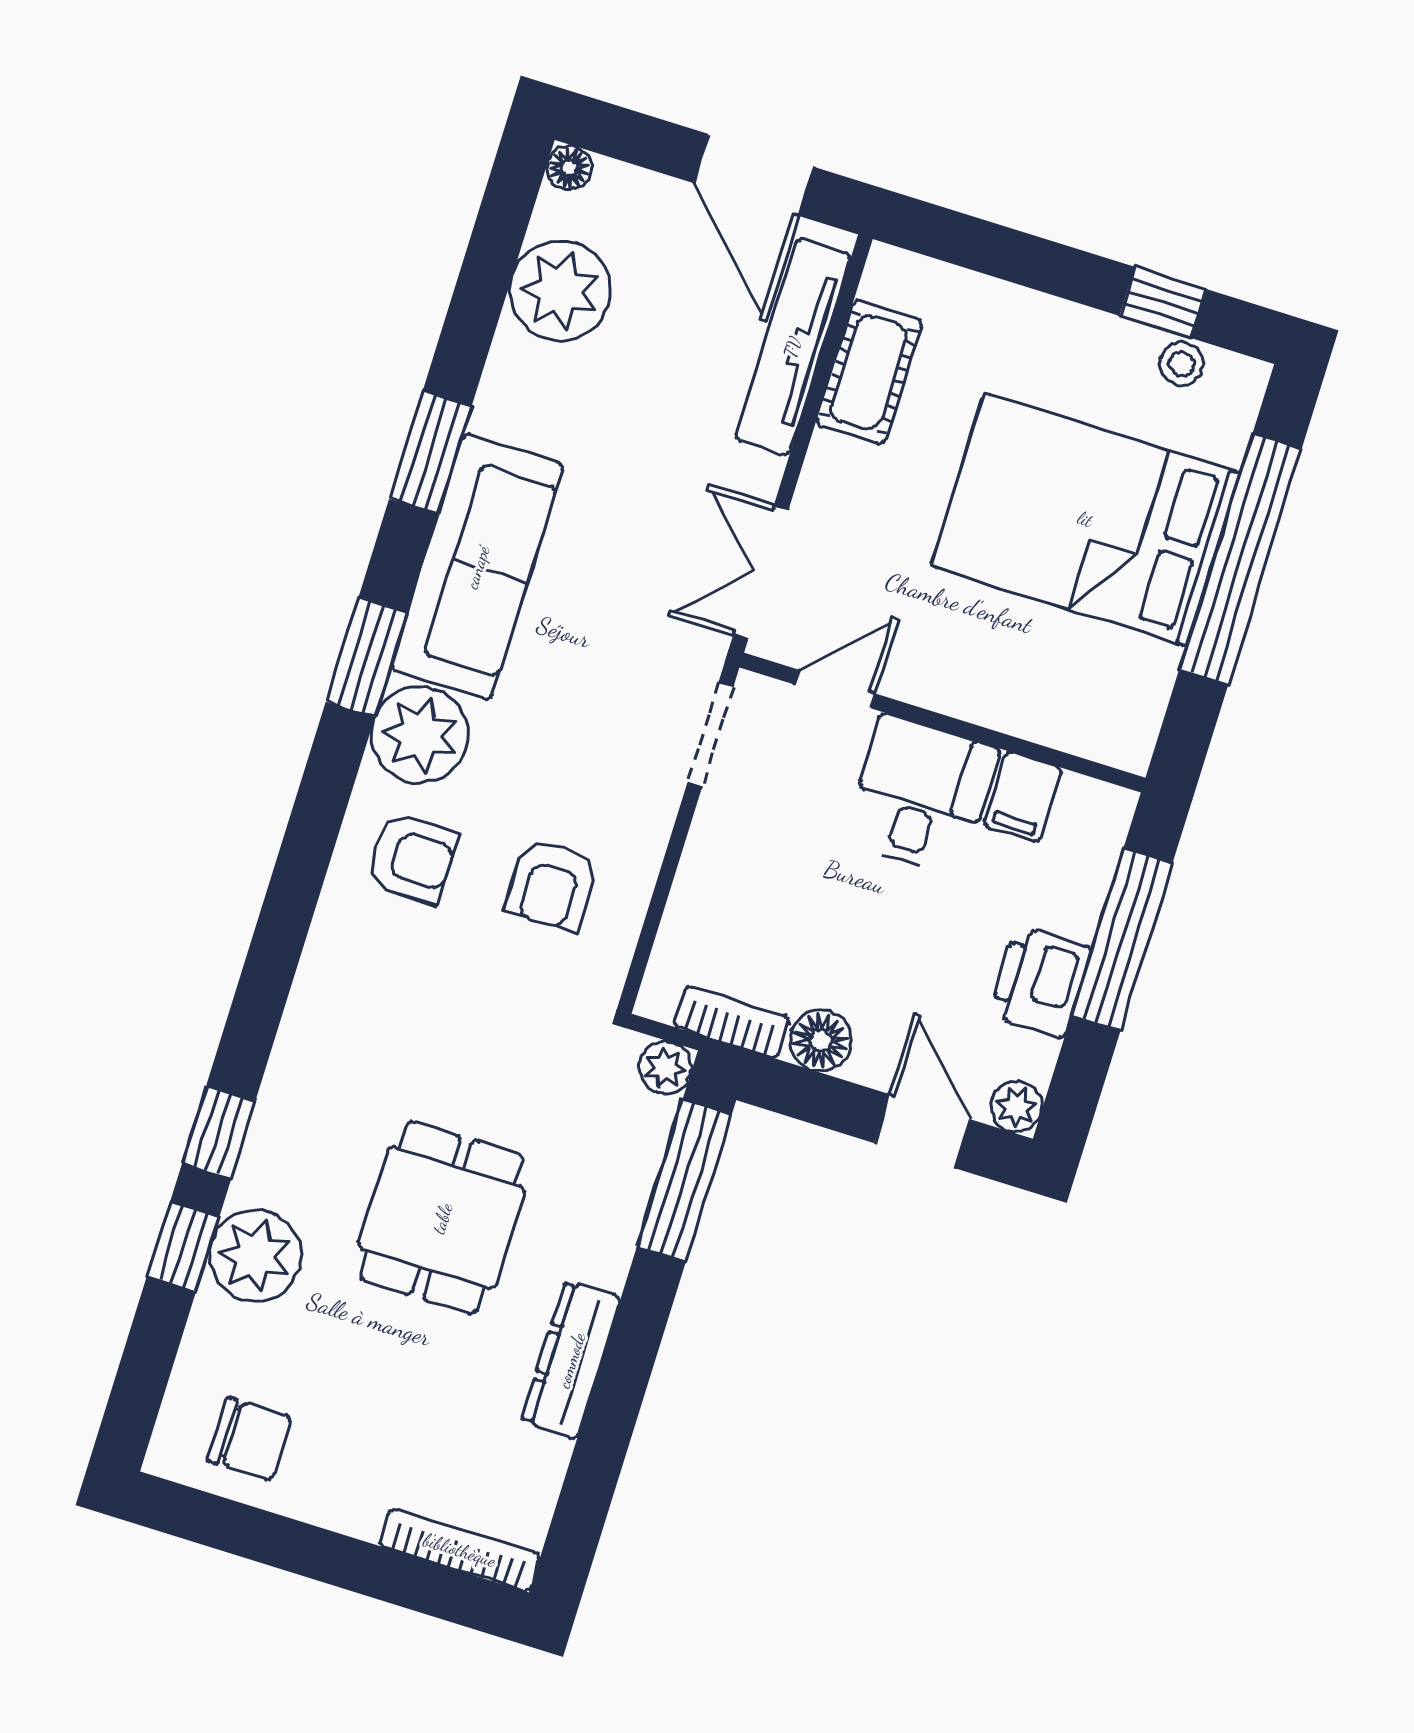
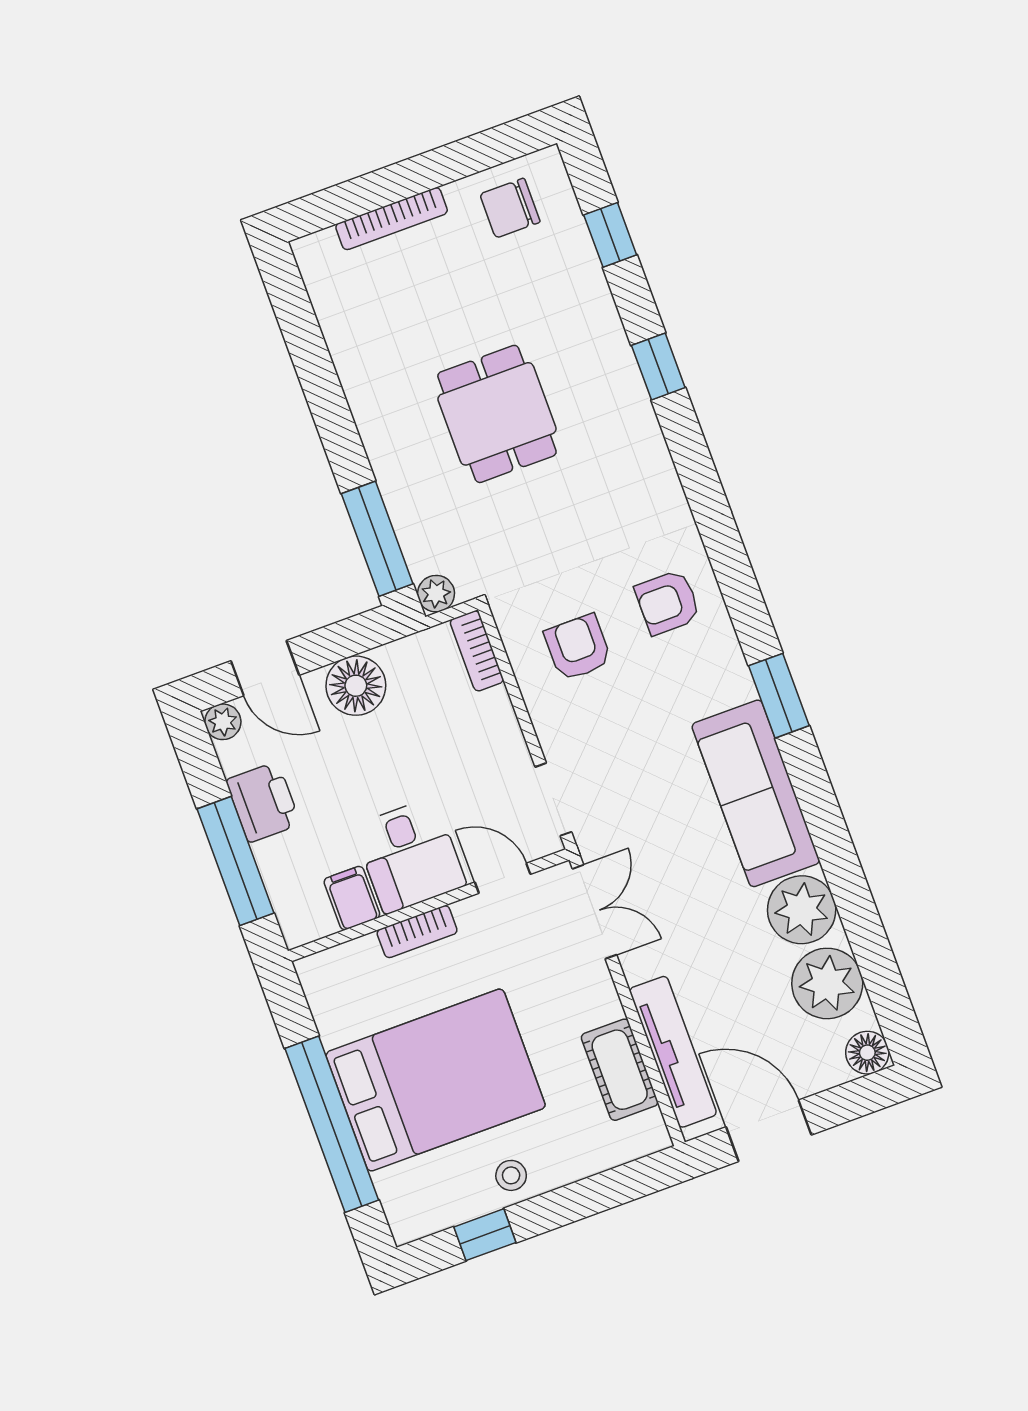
floor lamp: (569, 168) -> (867, 1053), width x1.37, depth x1.37
stool: (1182, 364) -> (511, 1175), moved
window: (430, 452) -> (831, 837), removed
door: (836, 689) -> (503, 878), swing flipped
bookcase: (978, 703) -> (417, 932), added
plant: (420, 735) -> (802, 910), moved
bookcase: (732, 1022) -> (477, 651), moved, turned 90
floor lamp: (821, 1040) -> (356, 686), width x1.38, depth x1.38
window: (183, 1246) -> (610, 235), moved
plant: (255, 1255) -> (585, 313), removed
dresser: (571, 1360) -> (364, 390), removed
bookcase: (460, 1550) -> (392, 219), moved

